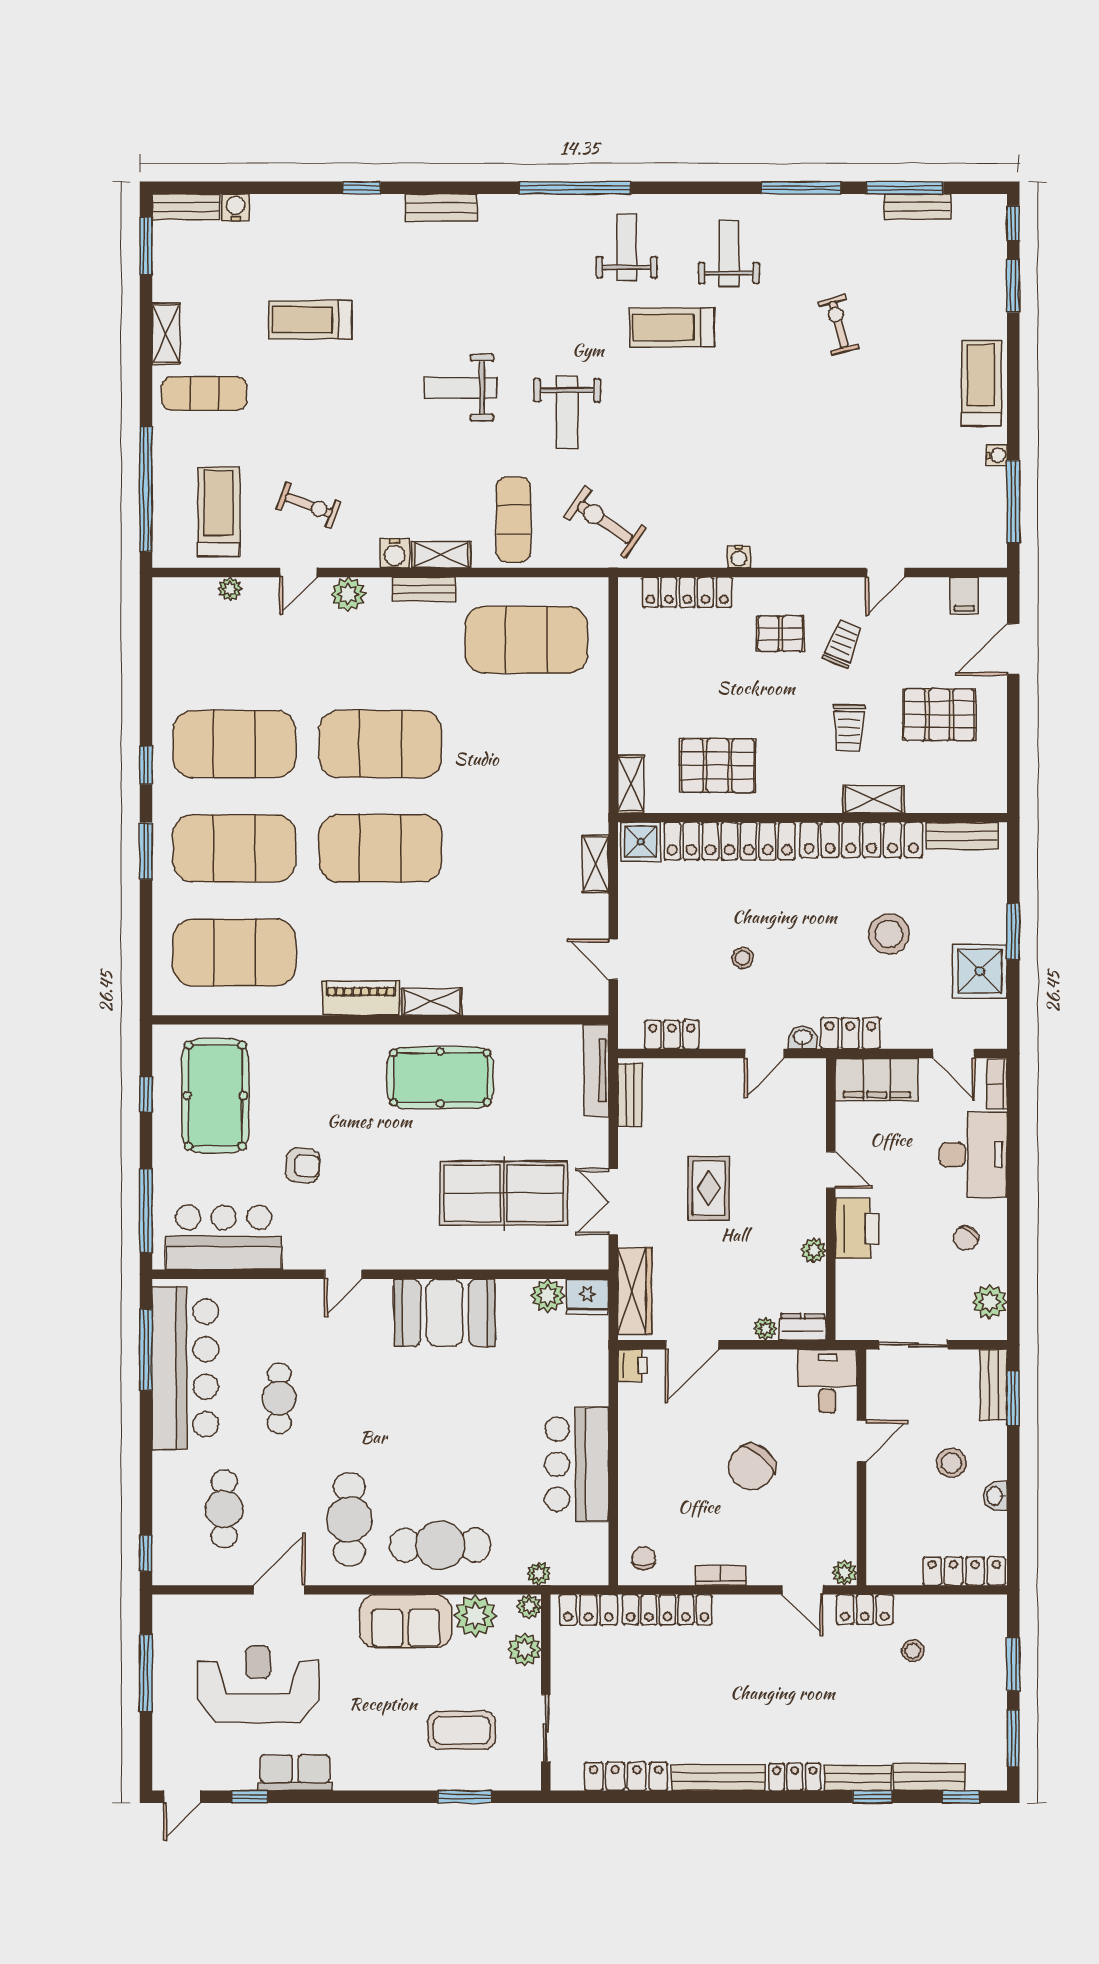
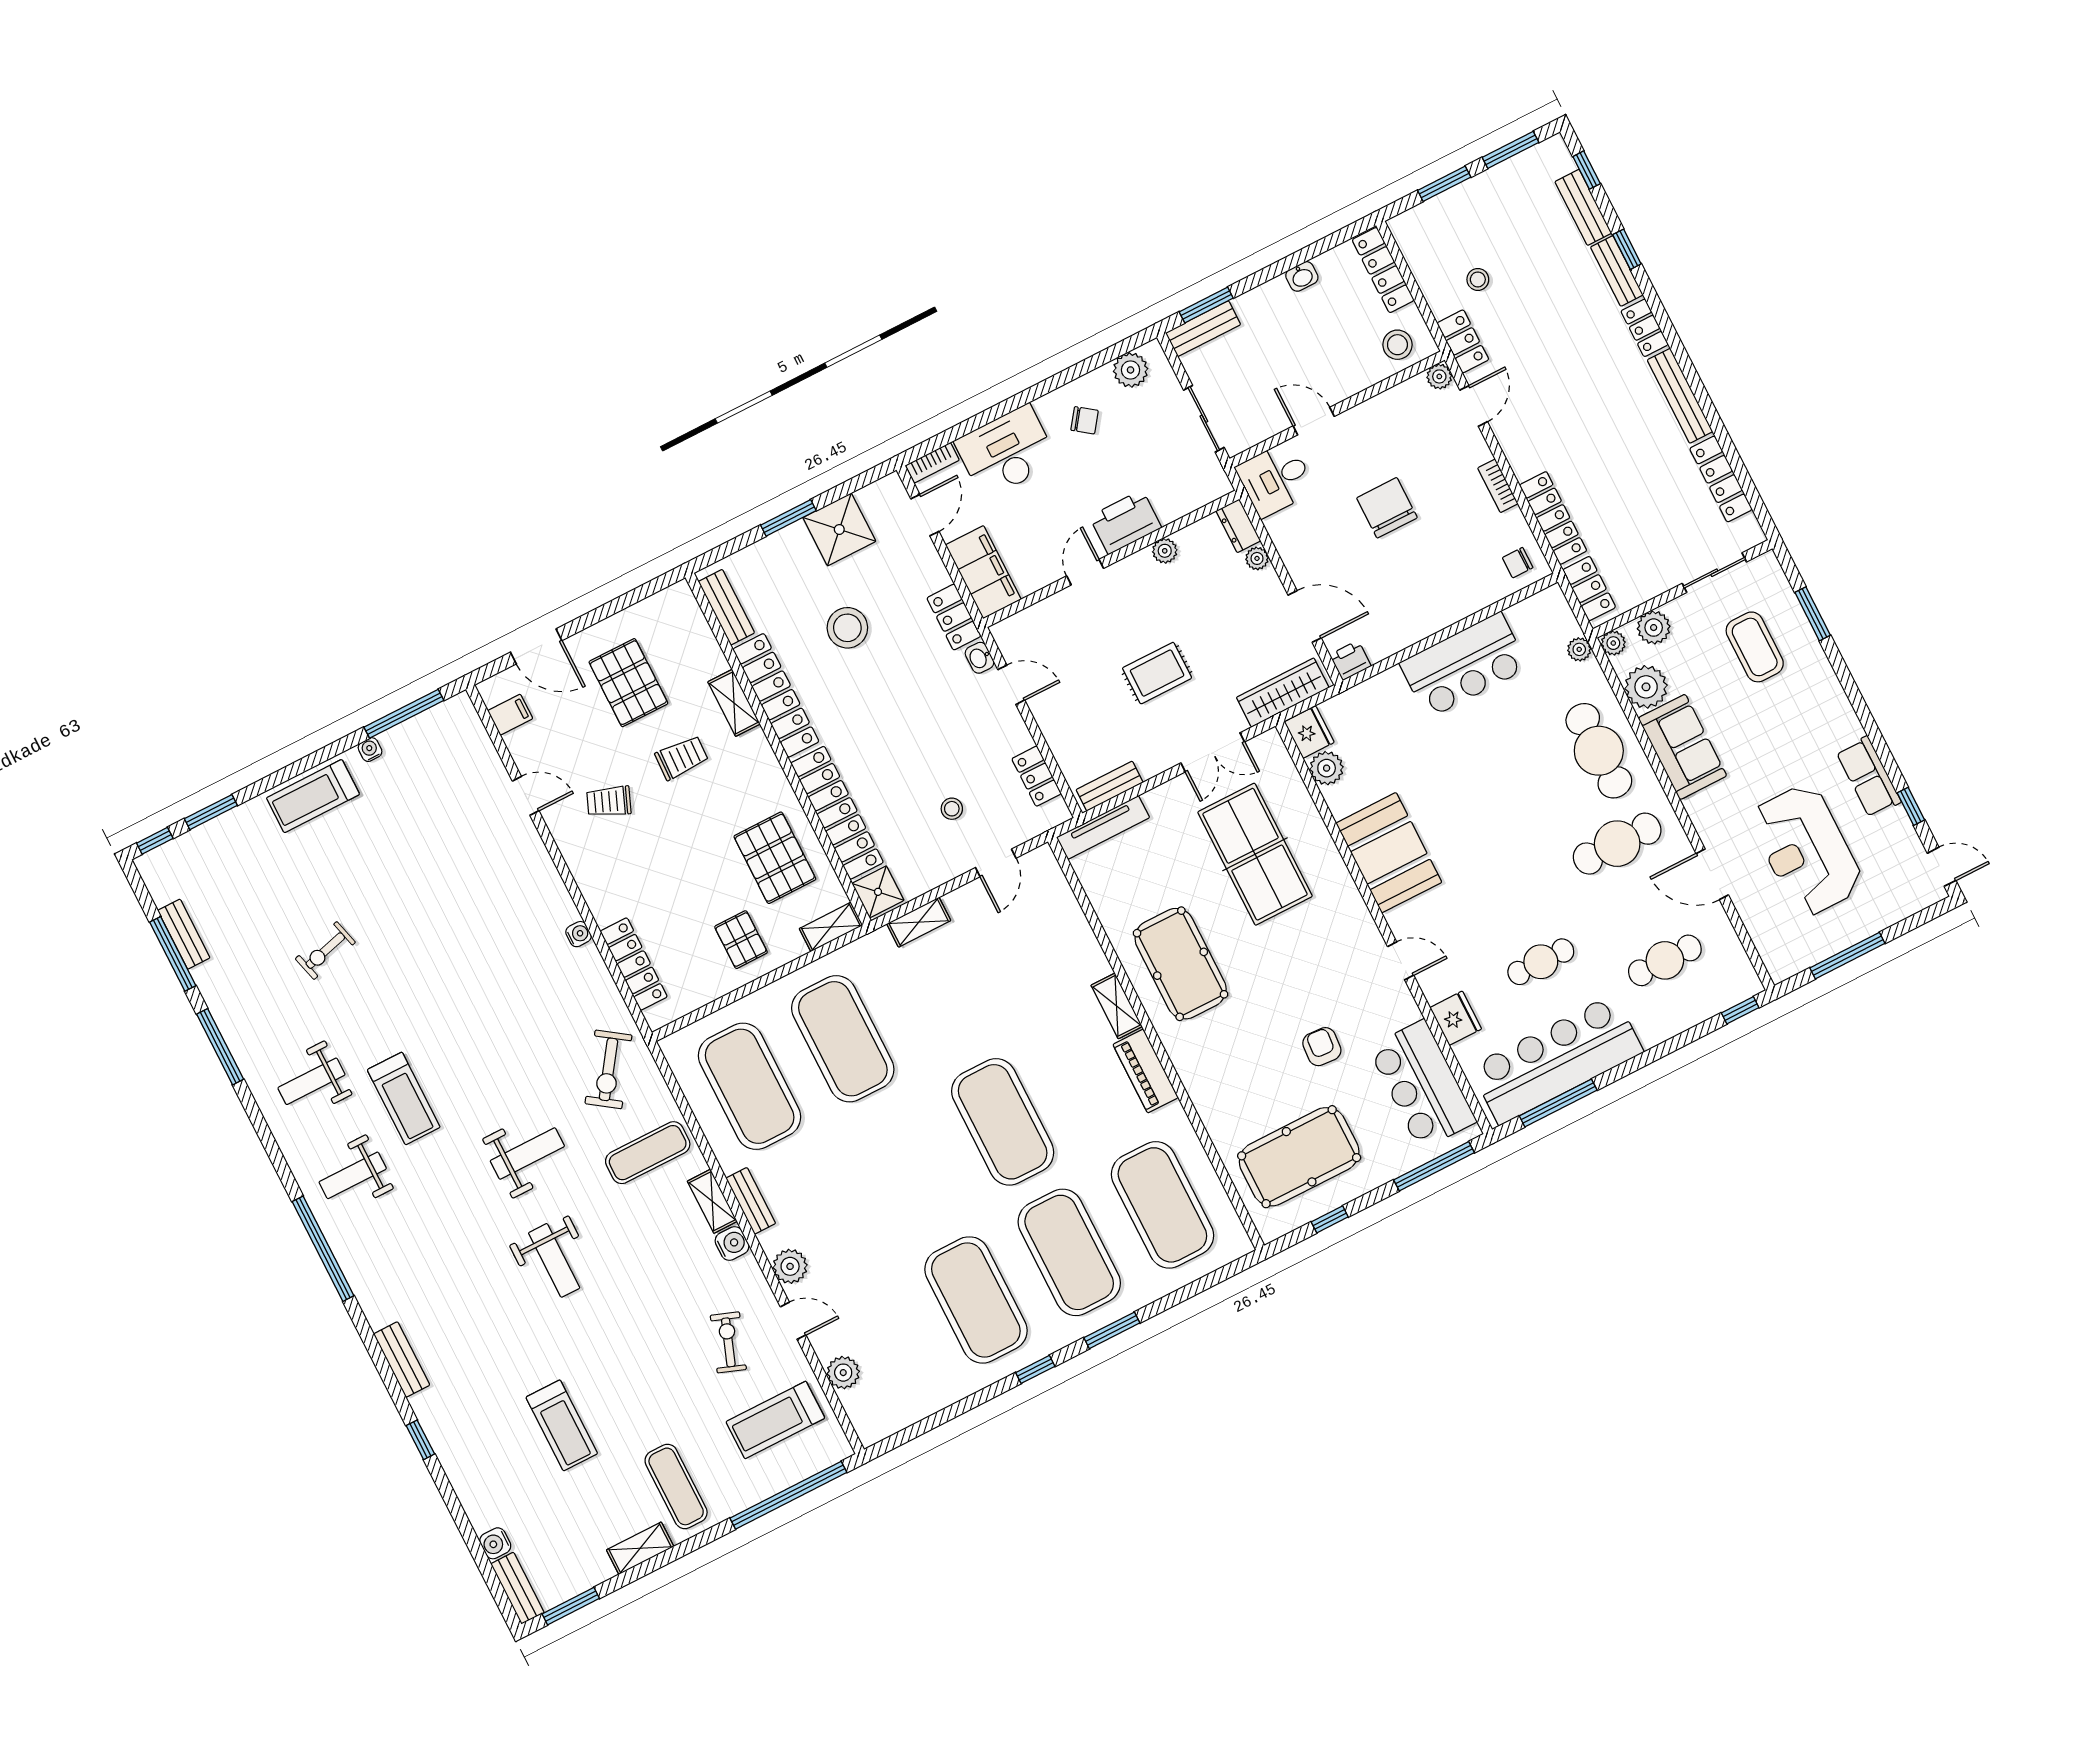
plant: (230, 589) -> (843, 1373), width x1.38, depth x1.38
pallet: (780, 634) -> (741, 940), moved
exercise mat: (380, 744) -> (843, 1039), moved
stool: (742, 958) -> (952, 809), moved
fridge: (267, 1297) -> (1456, 1018), added
stool: (951, 1463) -> (1397, 345), moved
chair: (751, 1467) -> (1387, 508), turned -129

